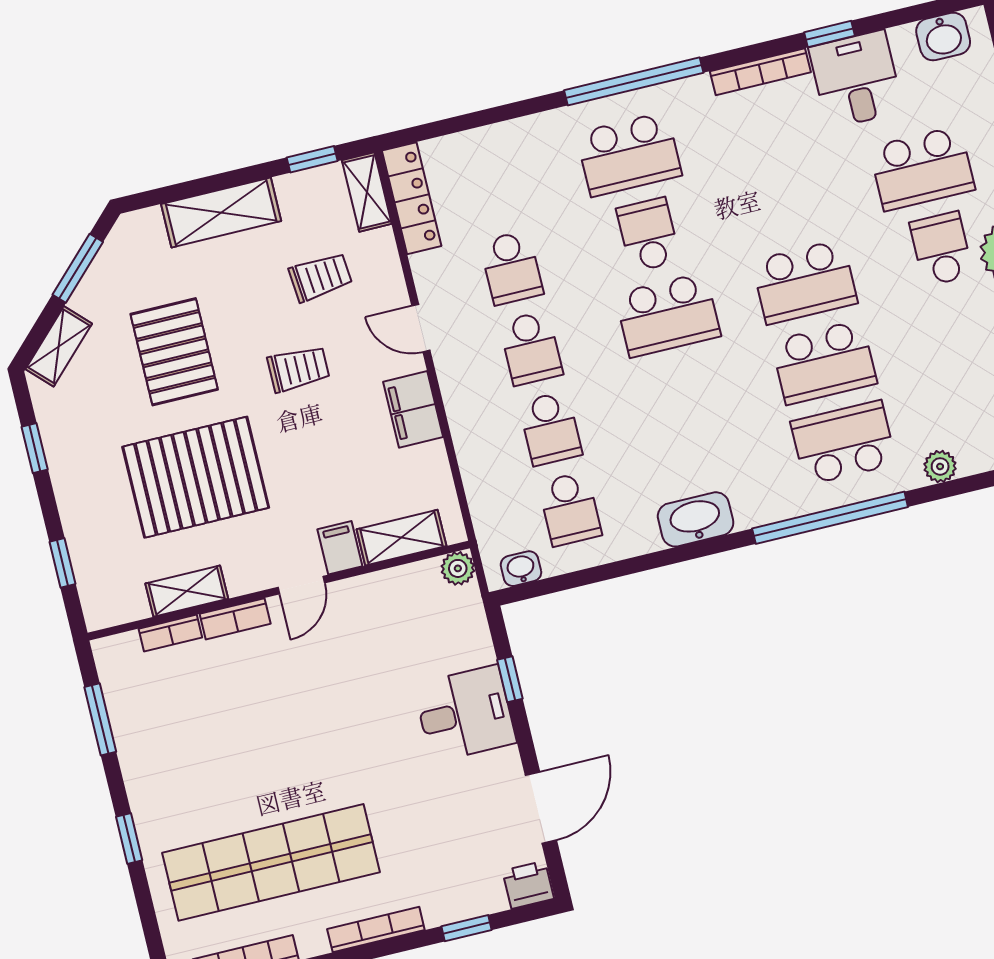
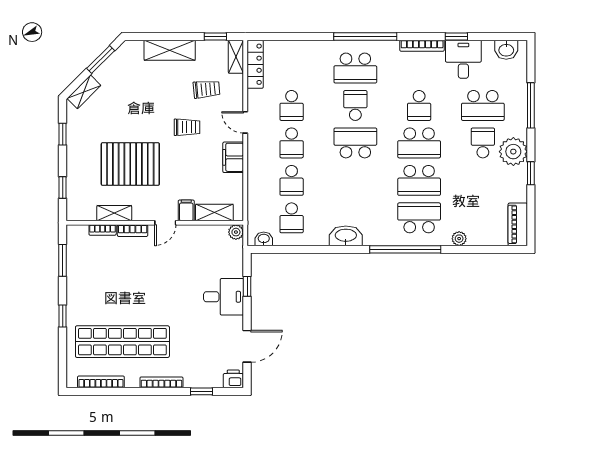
school desk: (785, 202) -> (419, 105), added
school desk: (668, 315) -> (355, 143), turned 180
pallet: (174, 352) -> (134, 107), removed

